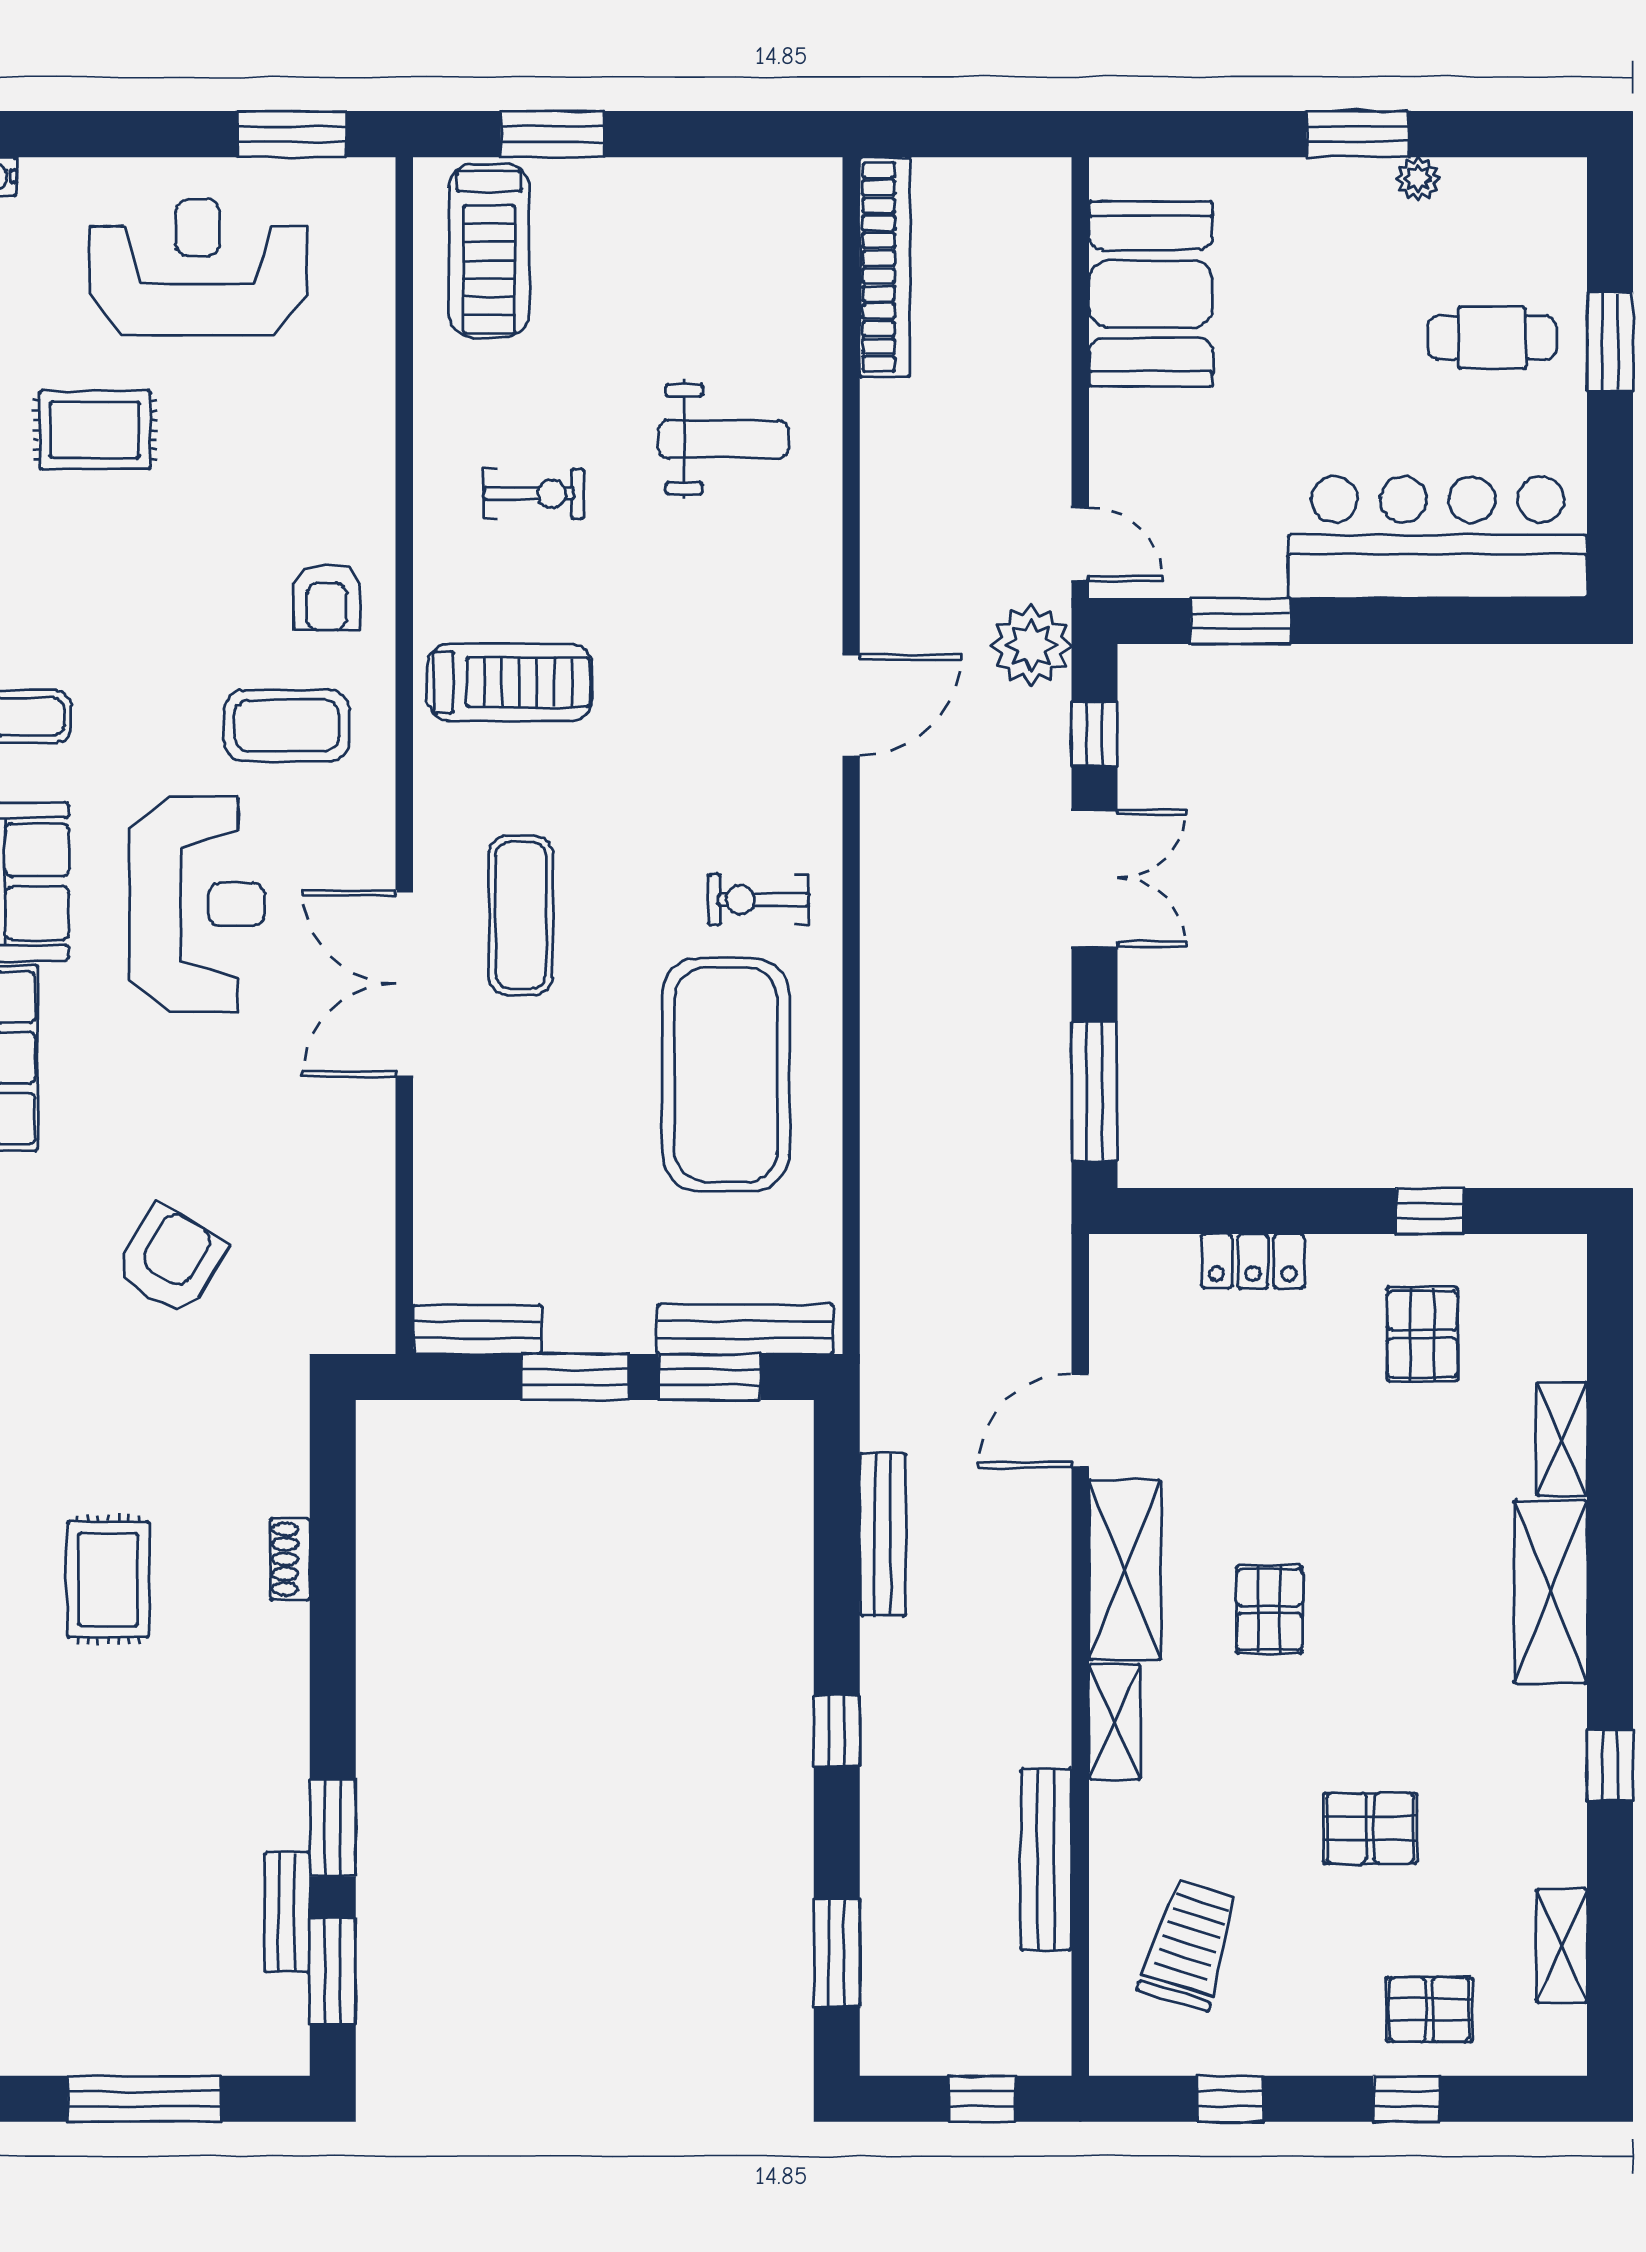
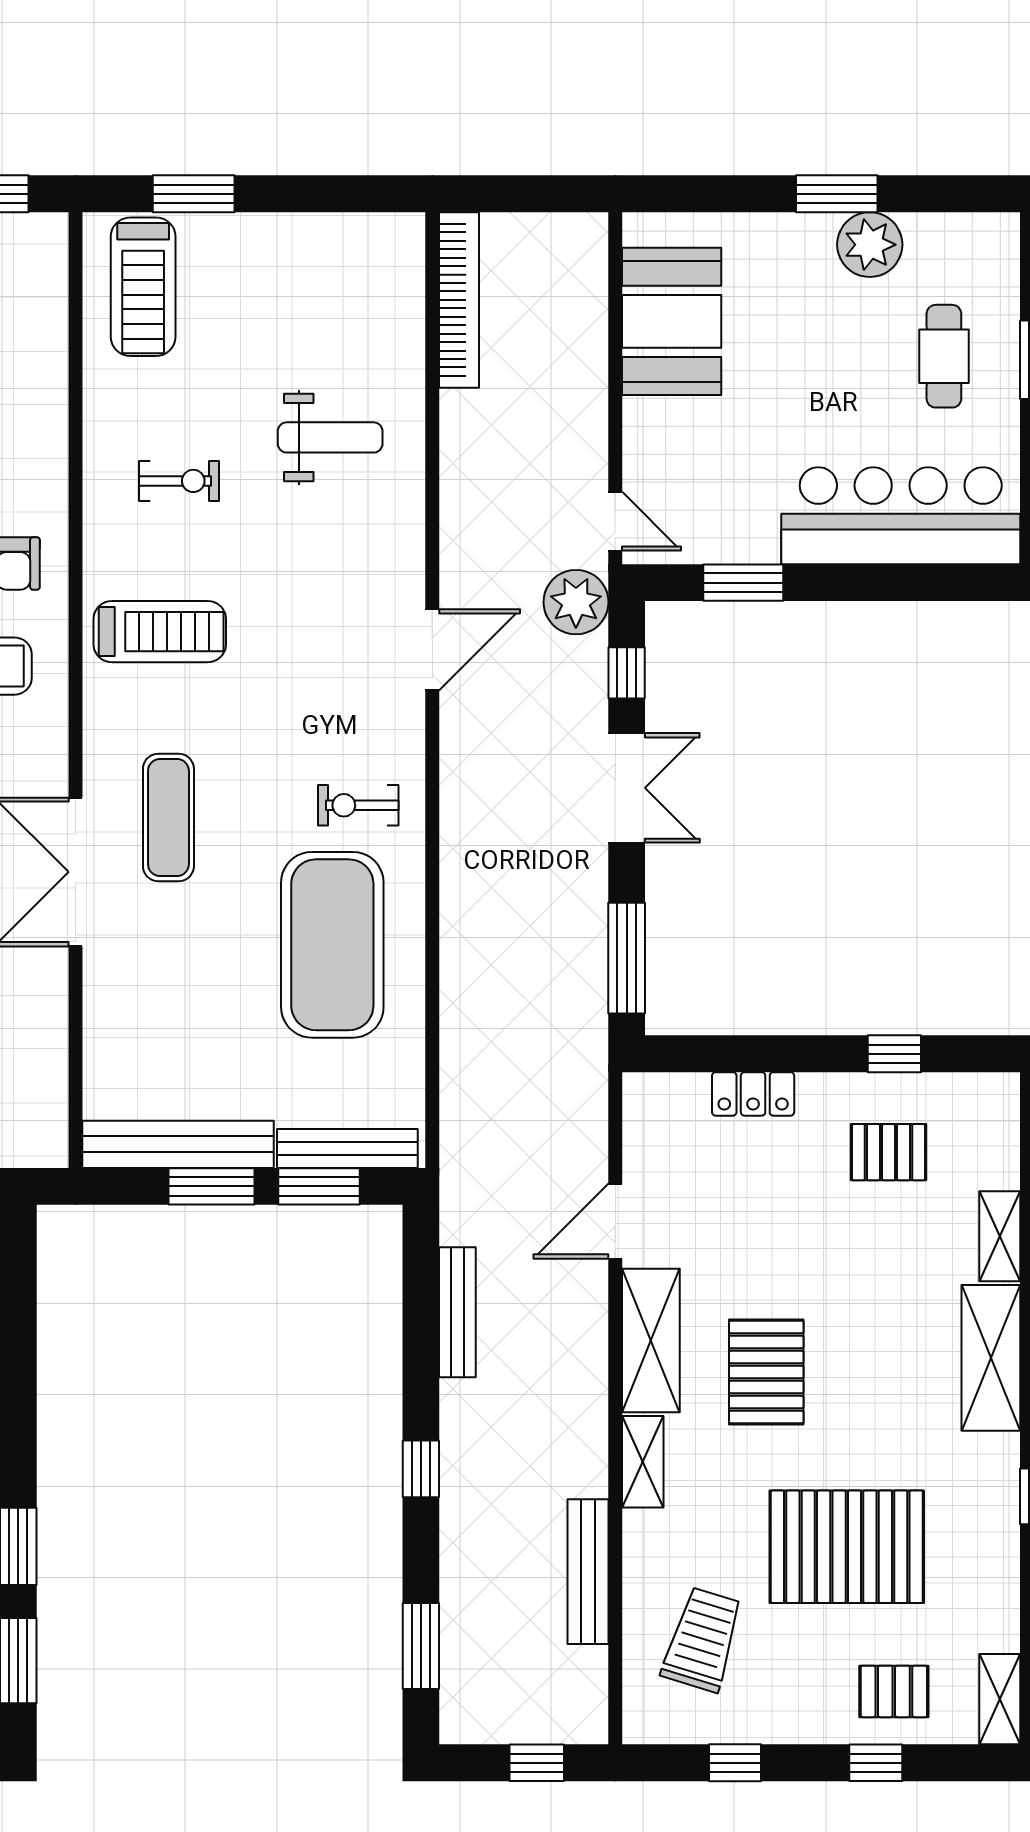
plant: (1418, 179) -> (870, 245), width x1.87, depth x1.87
cafe table: (1492, 338) -> (944, 356), turned 90
bench: (477, 1330) -> (178, 1144), width x1.86, depth x1.21
pallet: (1422, 1334) -> (889, 1152), turned 90
pallet: (1269, 1610) -> (766, 1372), width x1.50, depth x1.42
pallet: (1370, 1828) -> (847, 1547), width x2.05, depth x2.00
shelving: (1562, 1946) -> (1000, 1699), moved

